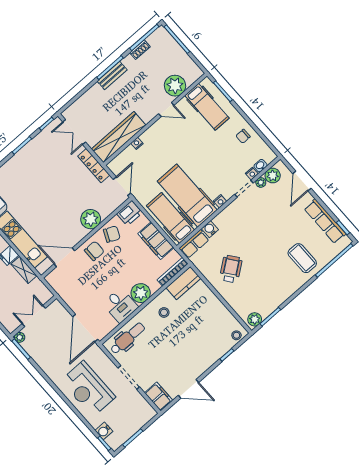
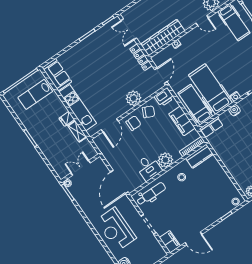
water cooler: (210, 229) -> (235, 110), moved
door: (64, 257) -> (110, 125), swing flipped
wheelchair: (231, 269) -> (237, 150), removed

